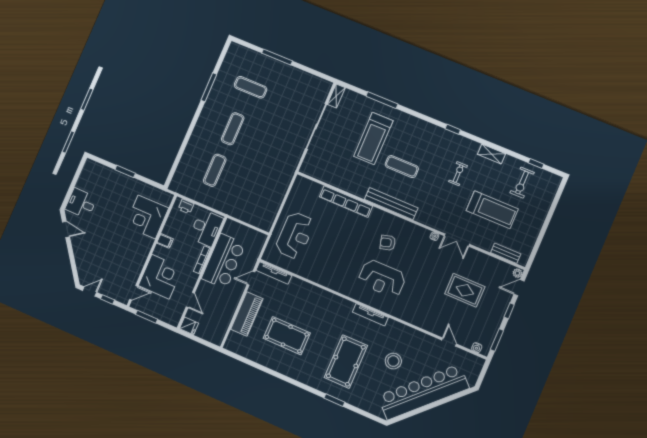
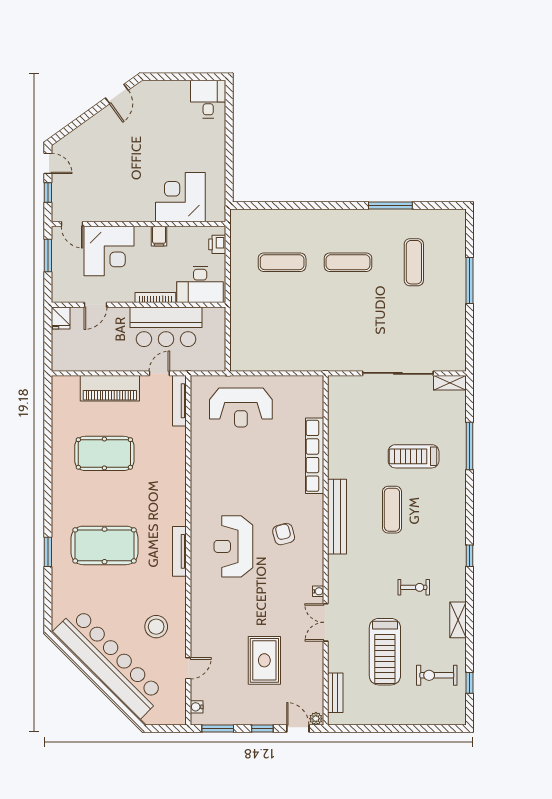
treadmill: (373, 138) -> (414, 456), width x0.73, depth x0.73
window: (125, 171) -> (229, 141), removed
desk: (81, 203) -> (208, 99), moved
door: (251, 278) -> (159, 373), hinge flipped
pool table: (287, 336) -> (104, 453), turned 90
stool: (393, 361) -> (156, 627), moved

